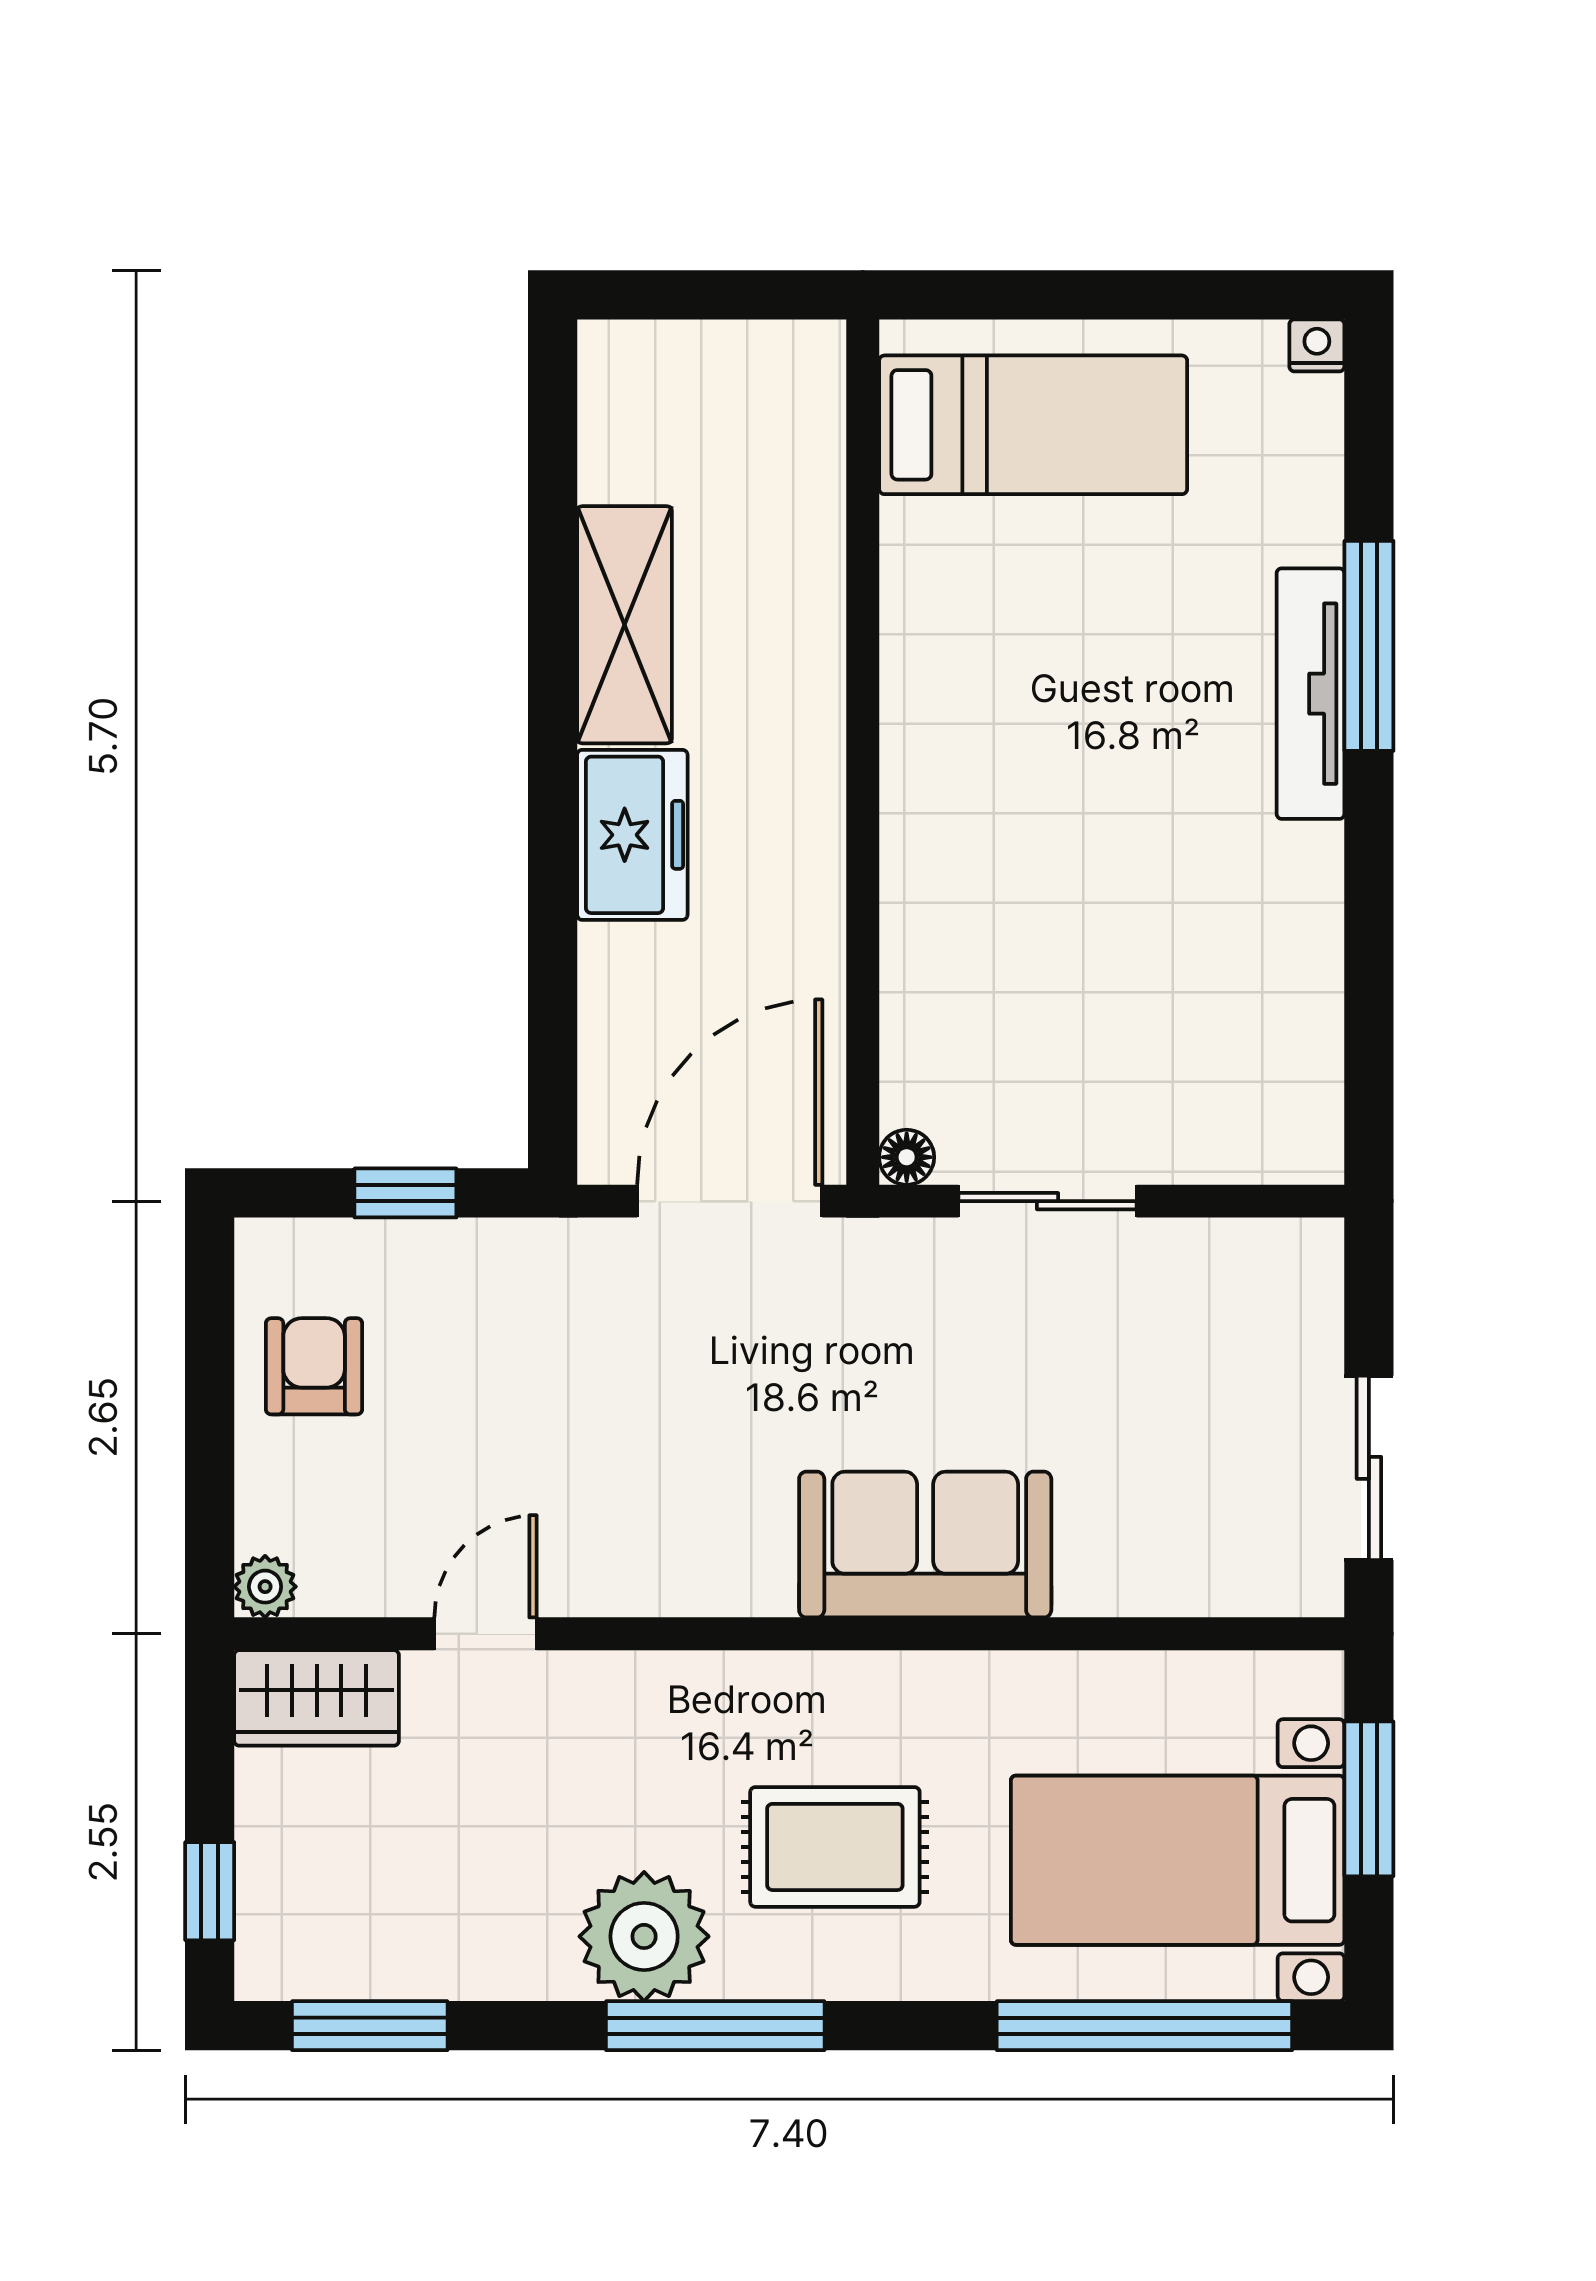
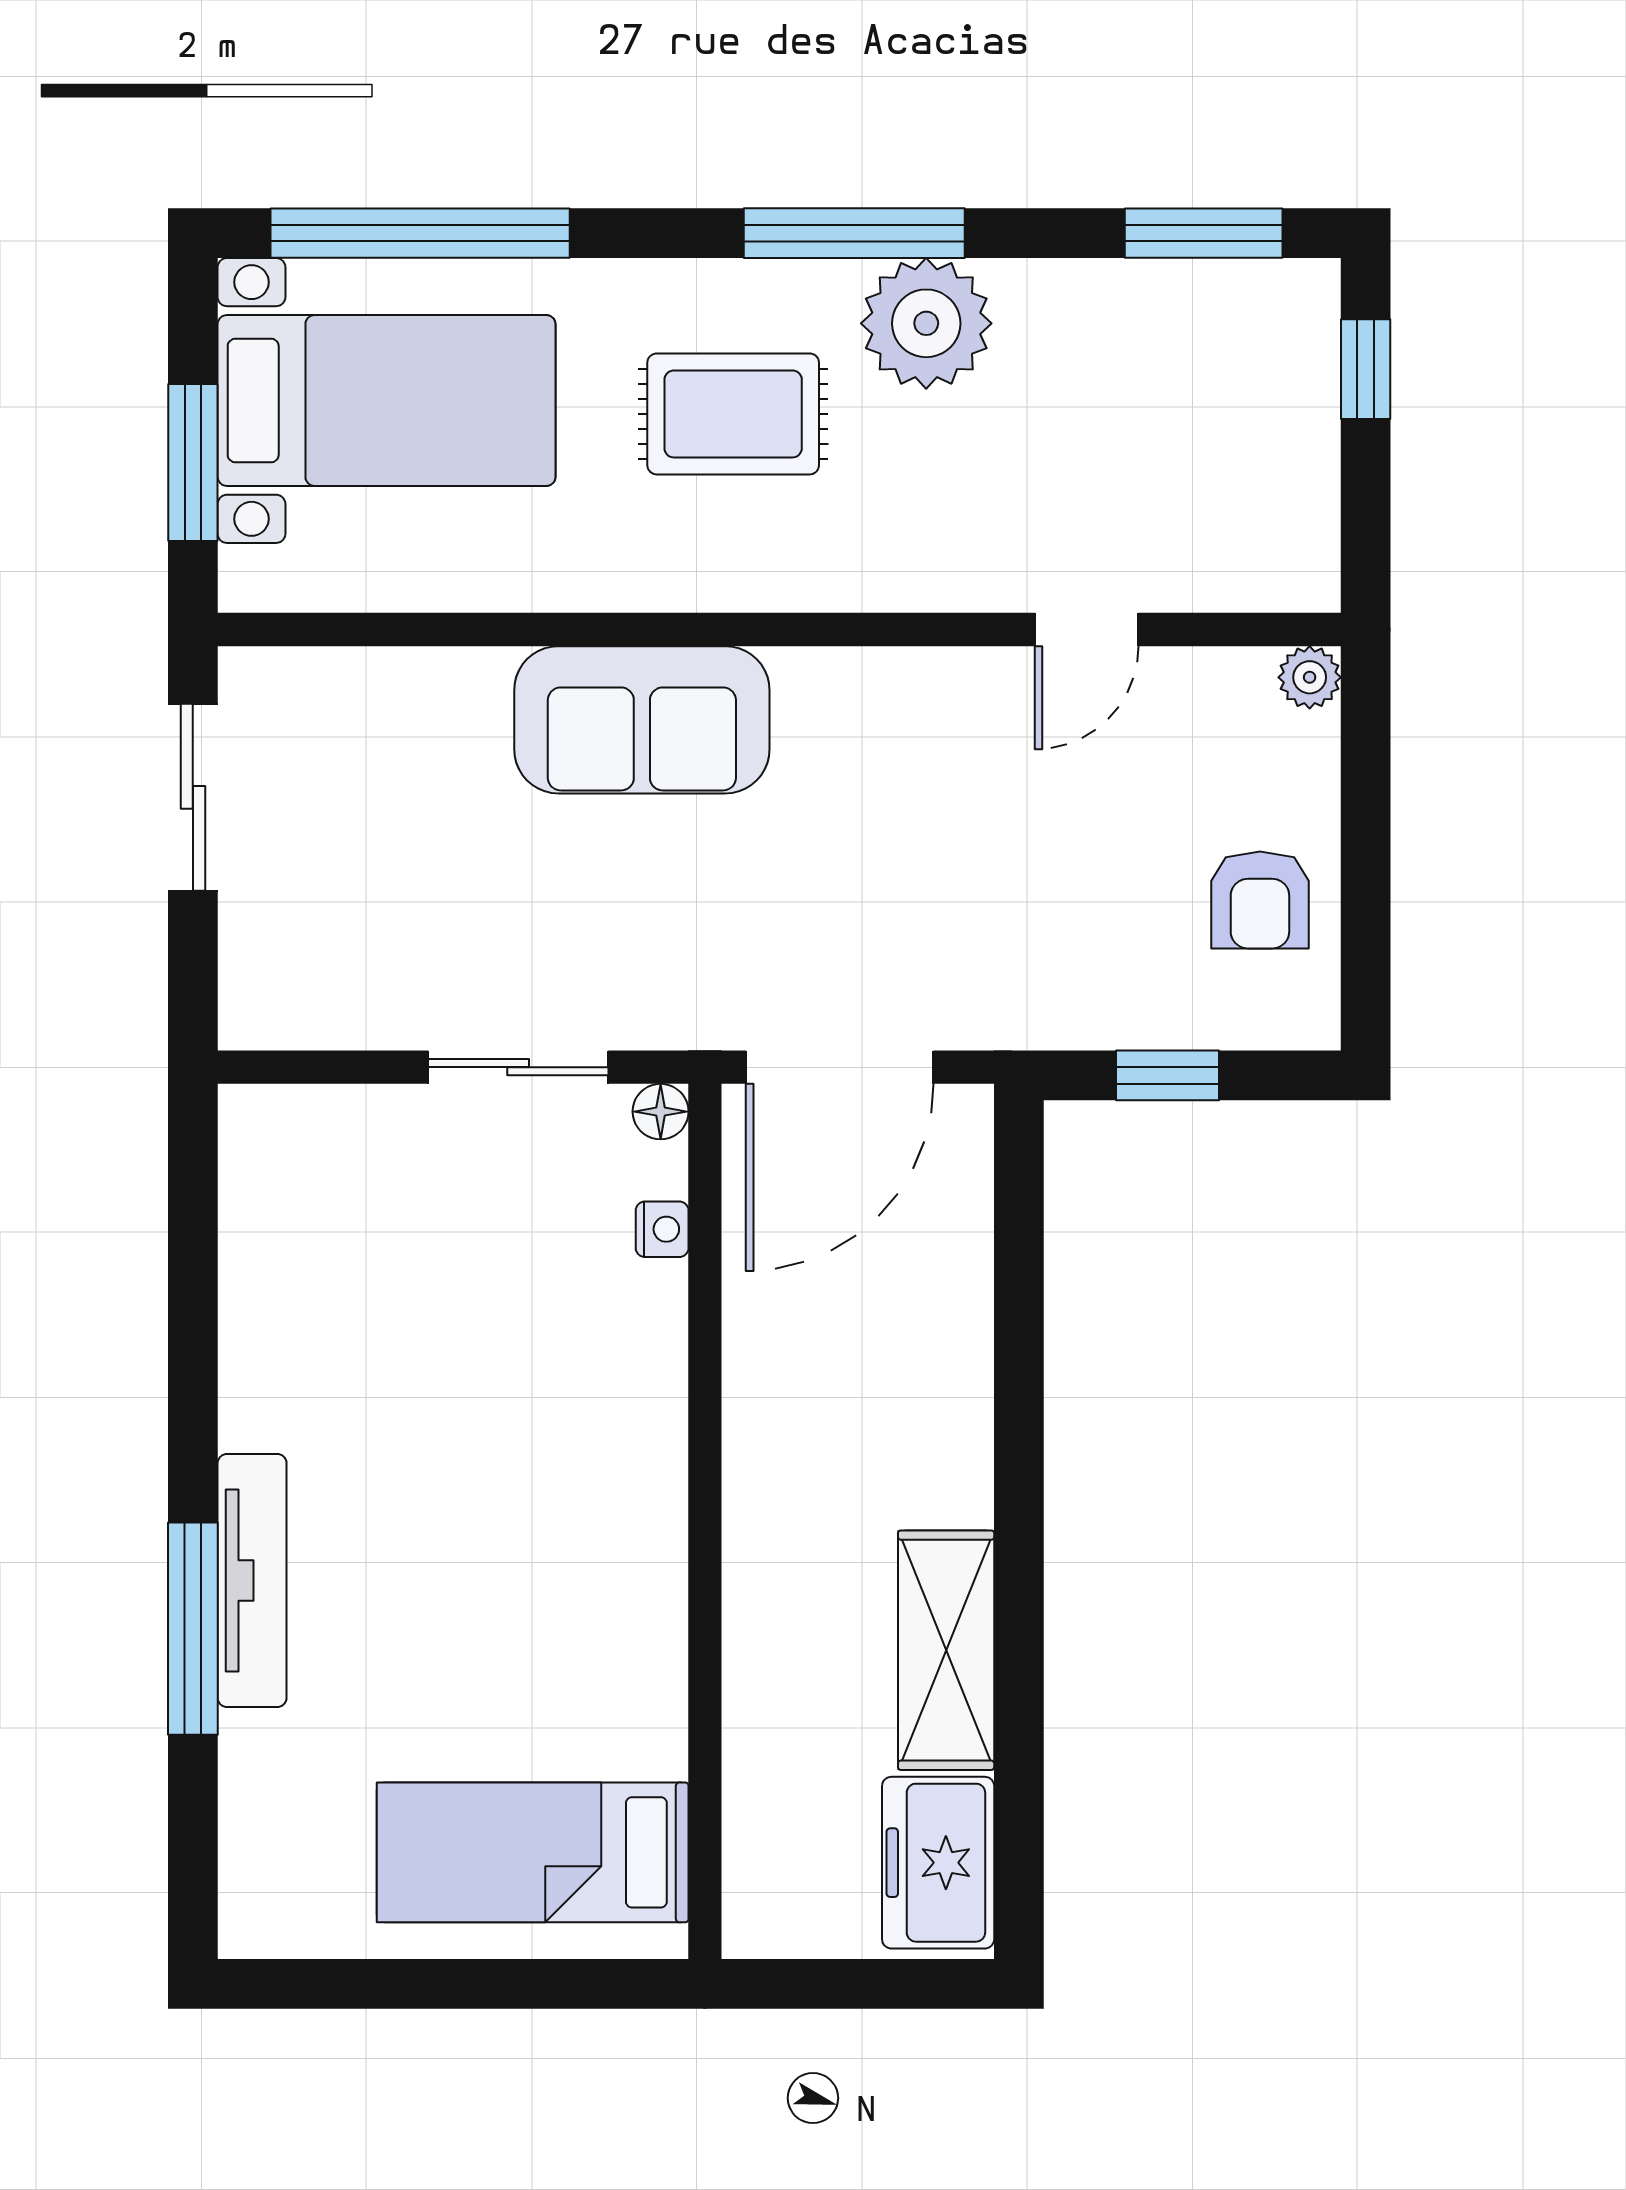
nightstand: (1317, 345) -> (662, 1229), moved, turned -90
freezer: (632, 835) -> (938, 1863), moved
wardrobe: (317, 1698) -> (1257, 565), removed

